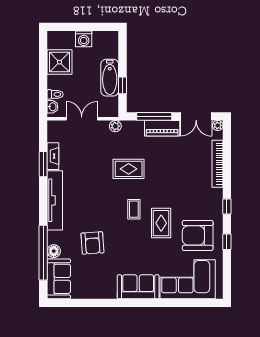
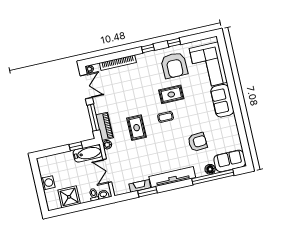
bathtub: (110, 78) -> (88, 153), moved
piano: (162, 128) -> (105, 126), moved

